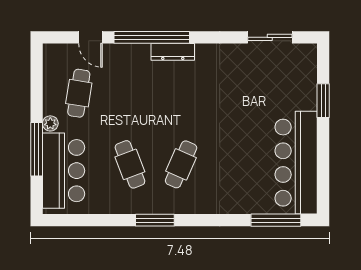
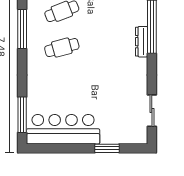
cafe table: (181, 164) -> (62, 48), turned -39
window: (155, 220) -> (22, 29), width x1.44

